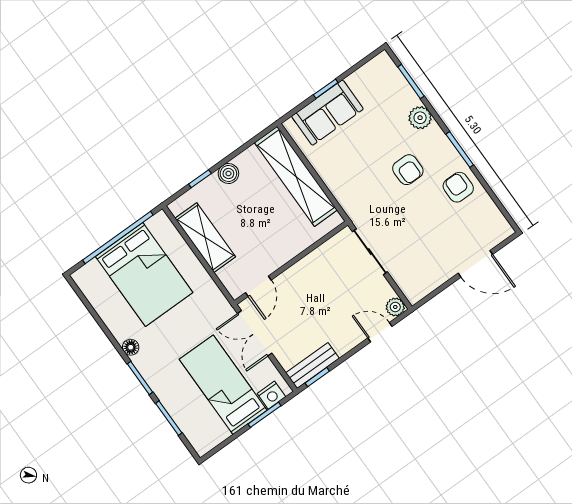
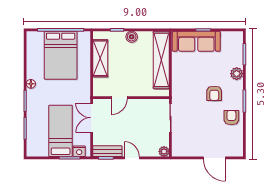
sofa: (327, 113) -> (196, 41), width x1.36
door: (258, 286) -> (119, 98), moved
door: (380, 332) -> (132, 158), moved

